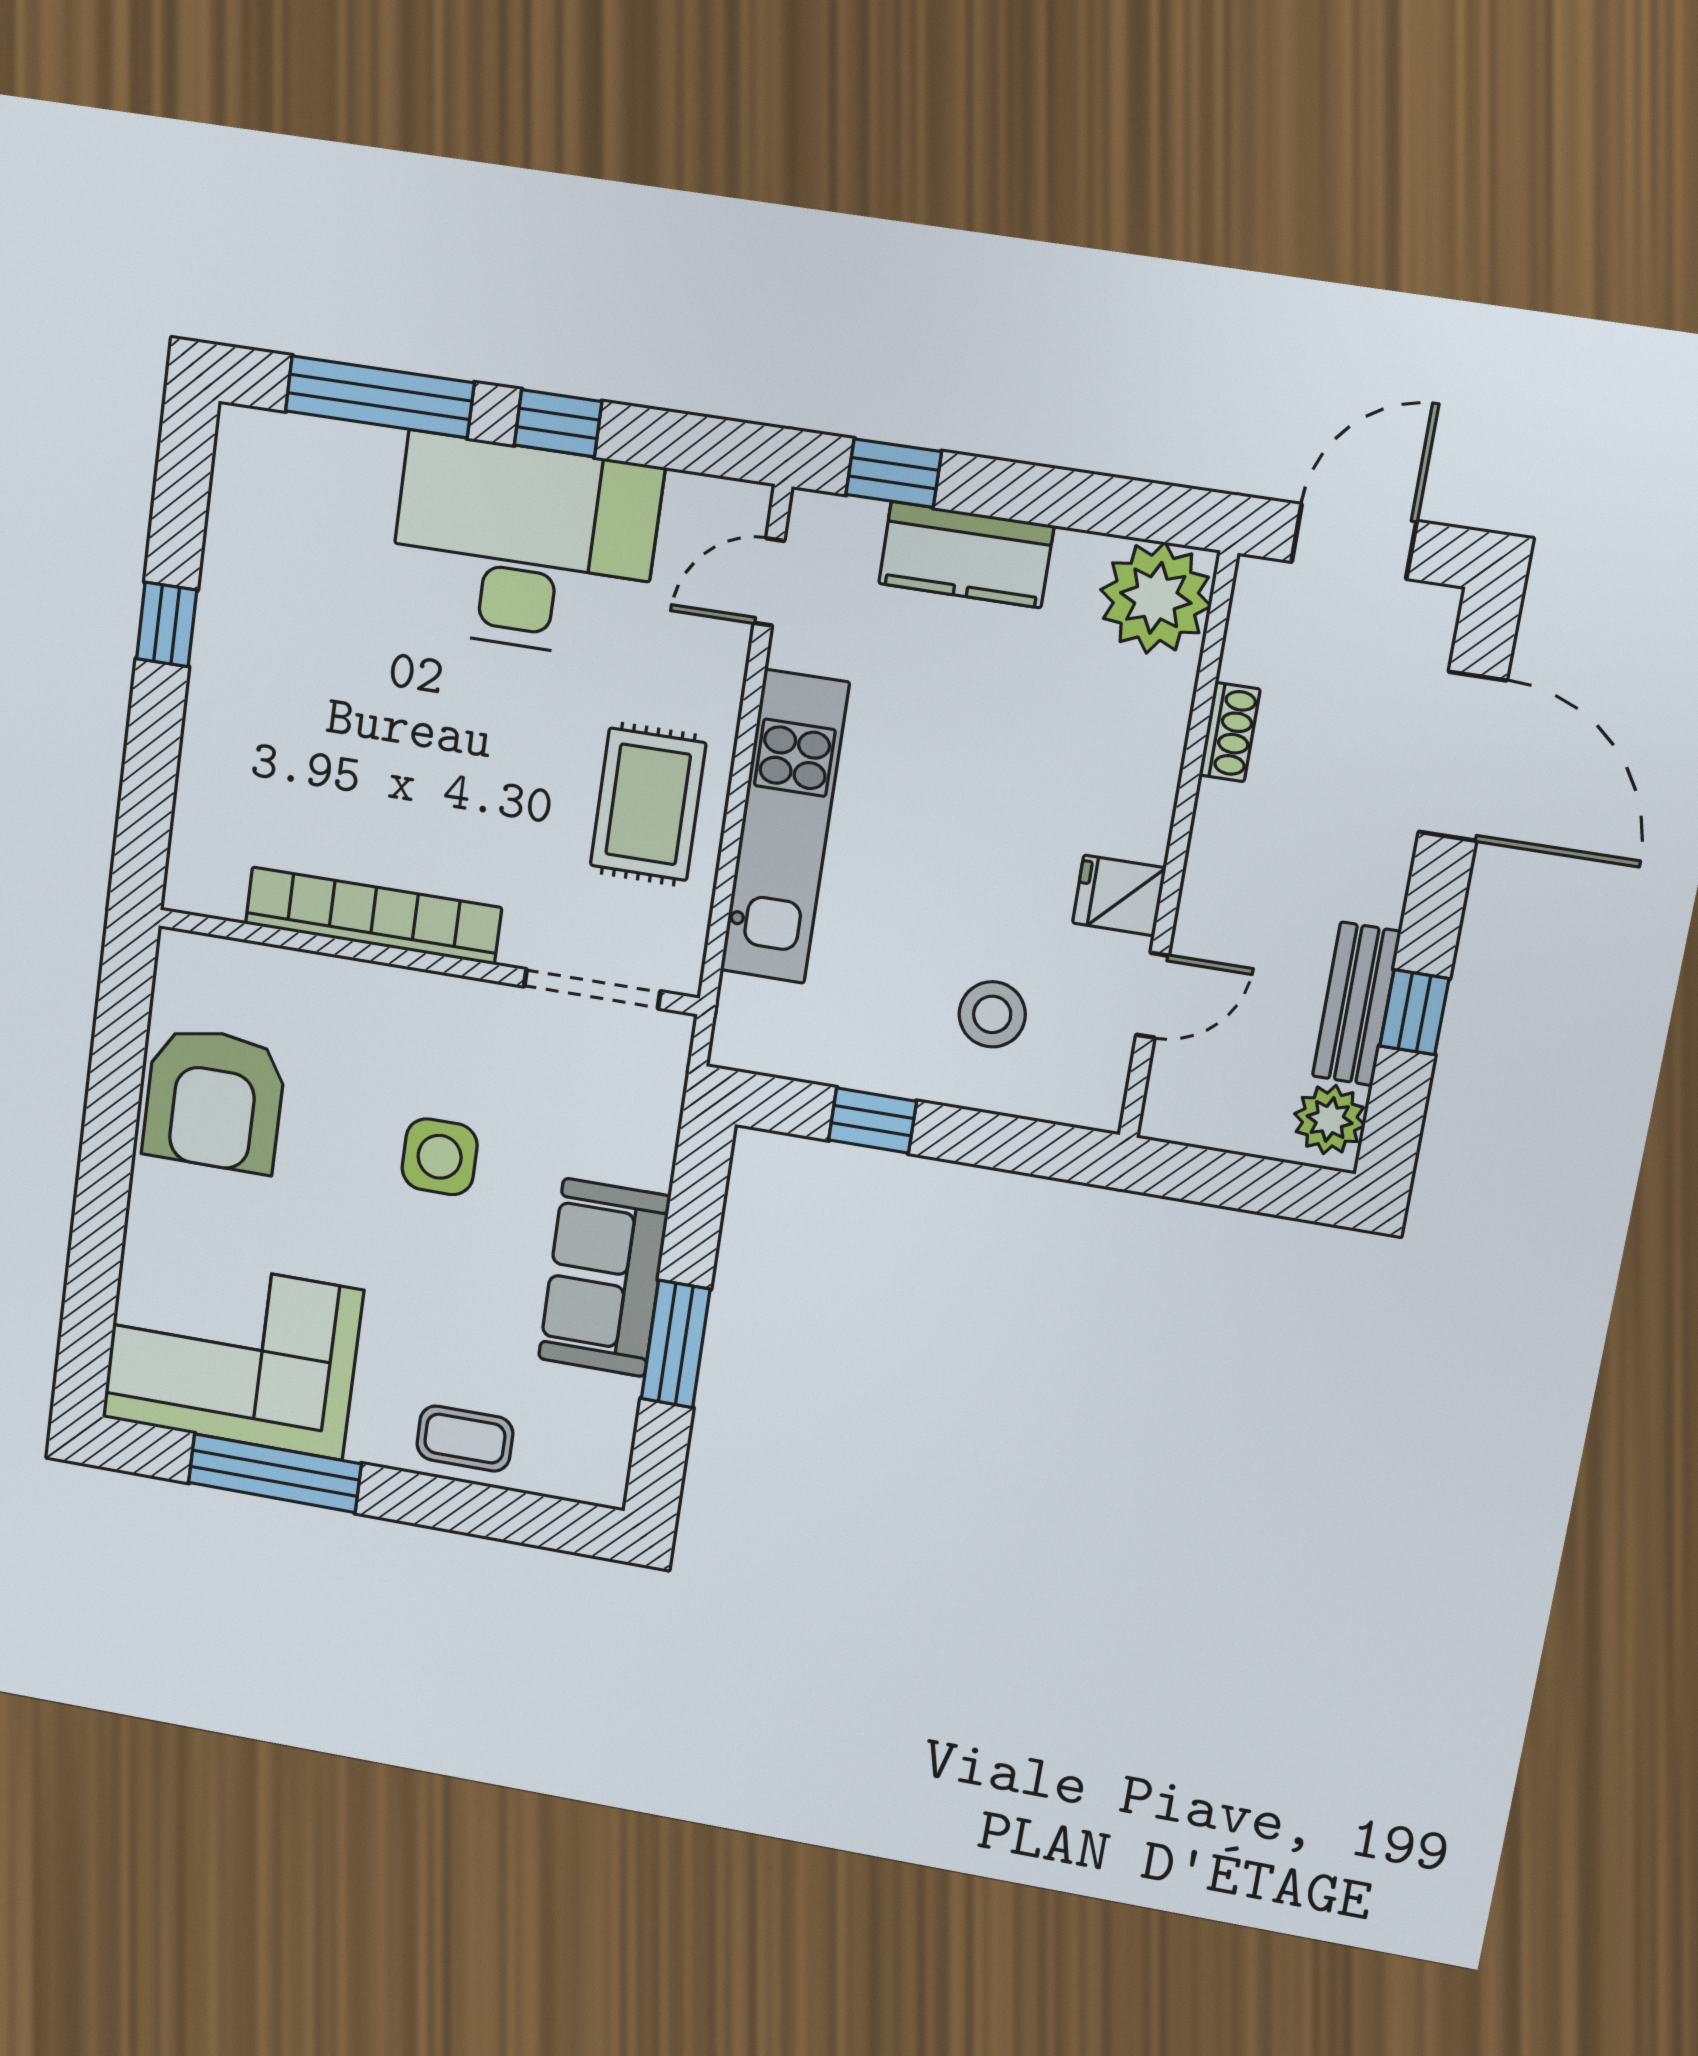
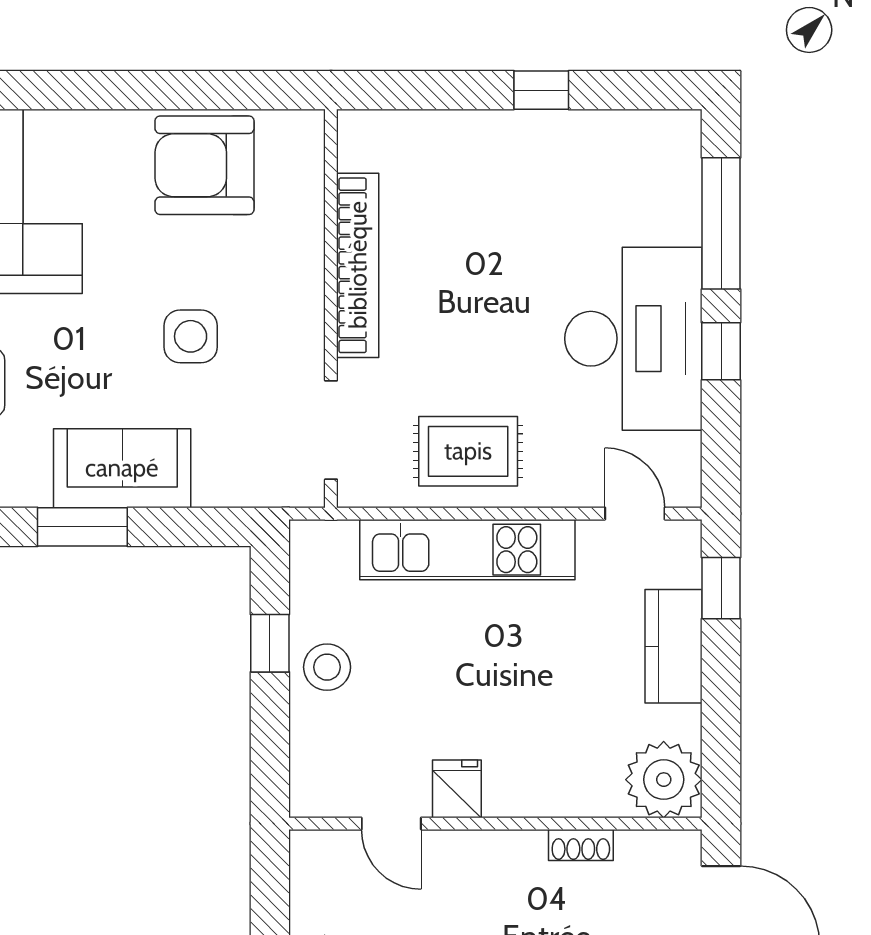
stool: (992, 1014) -> (327, 667), moved

